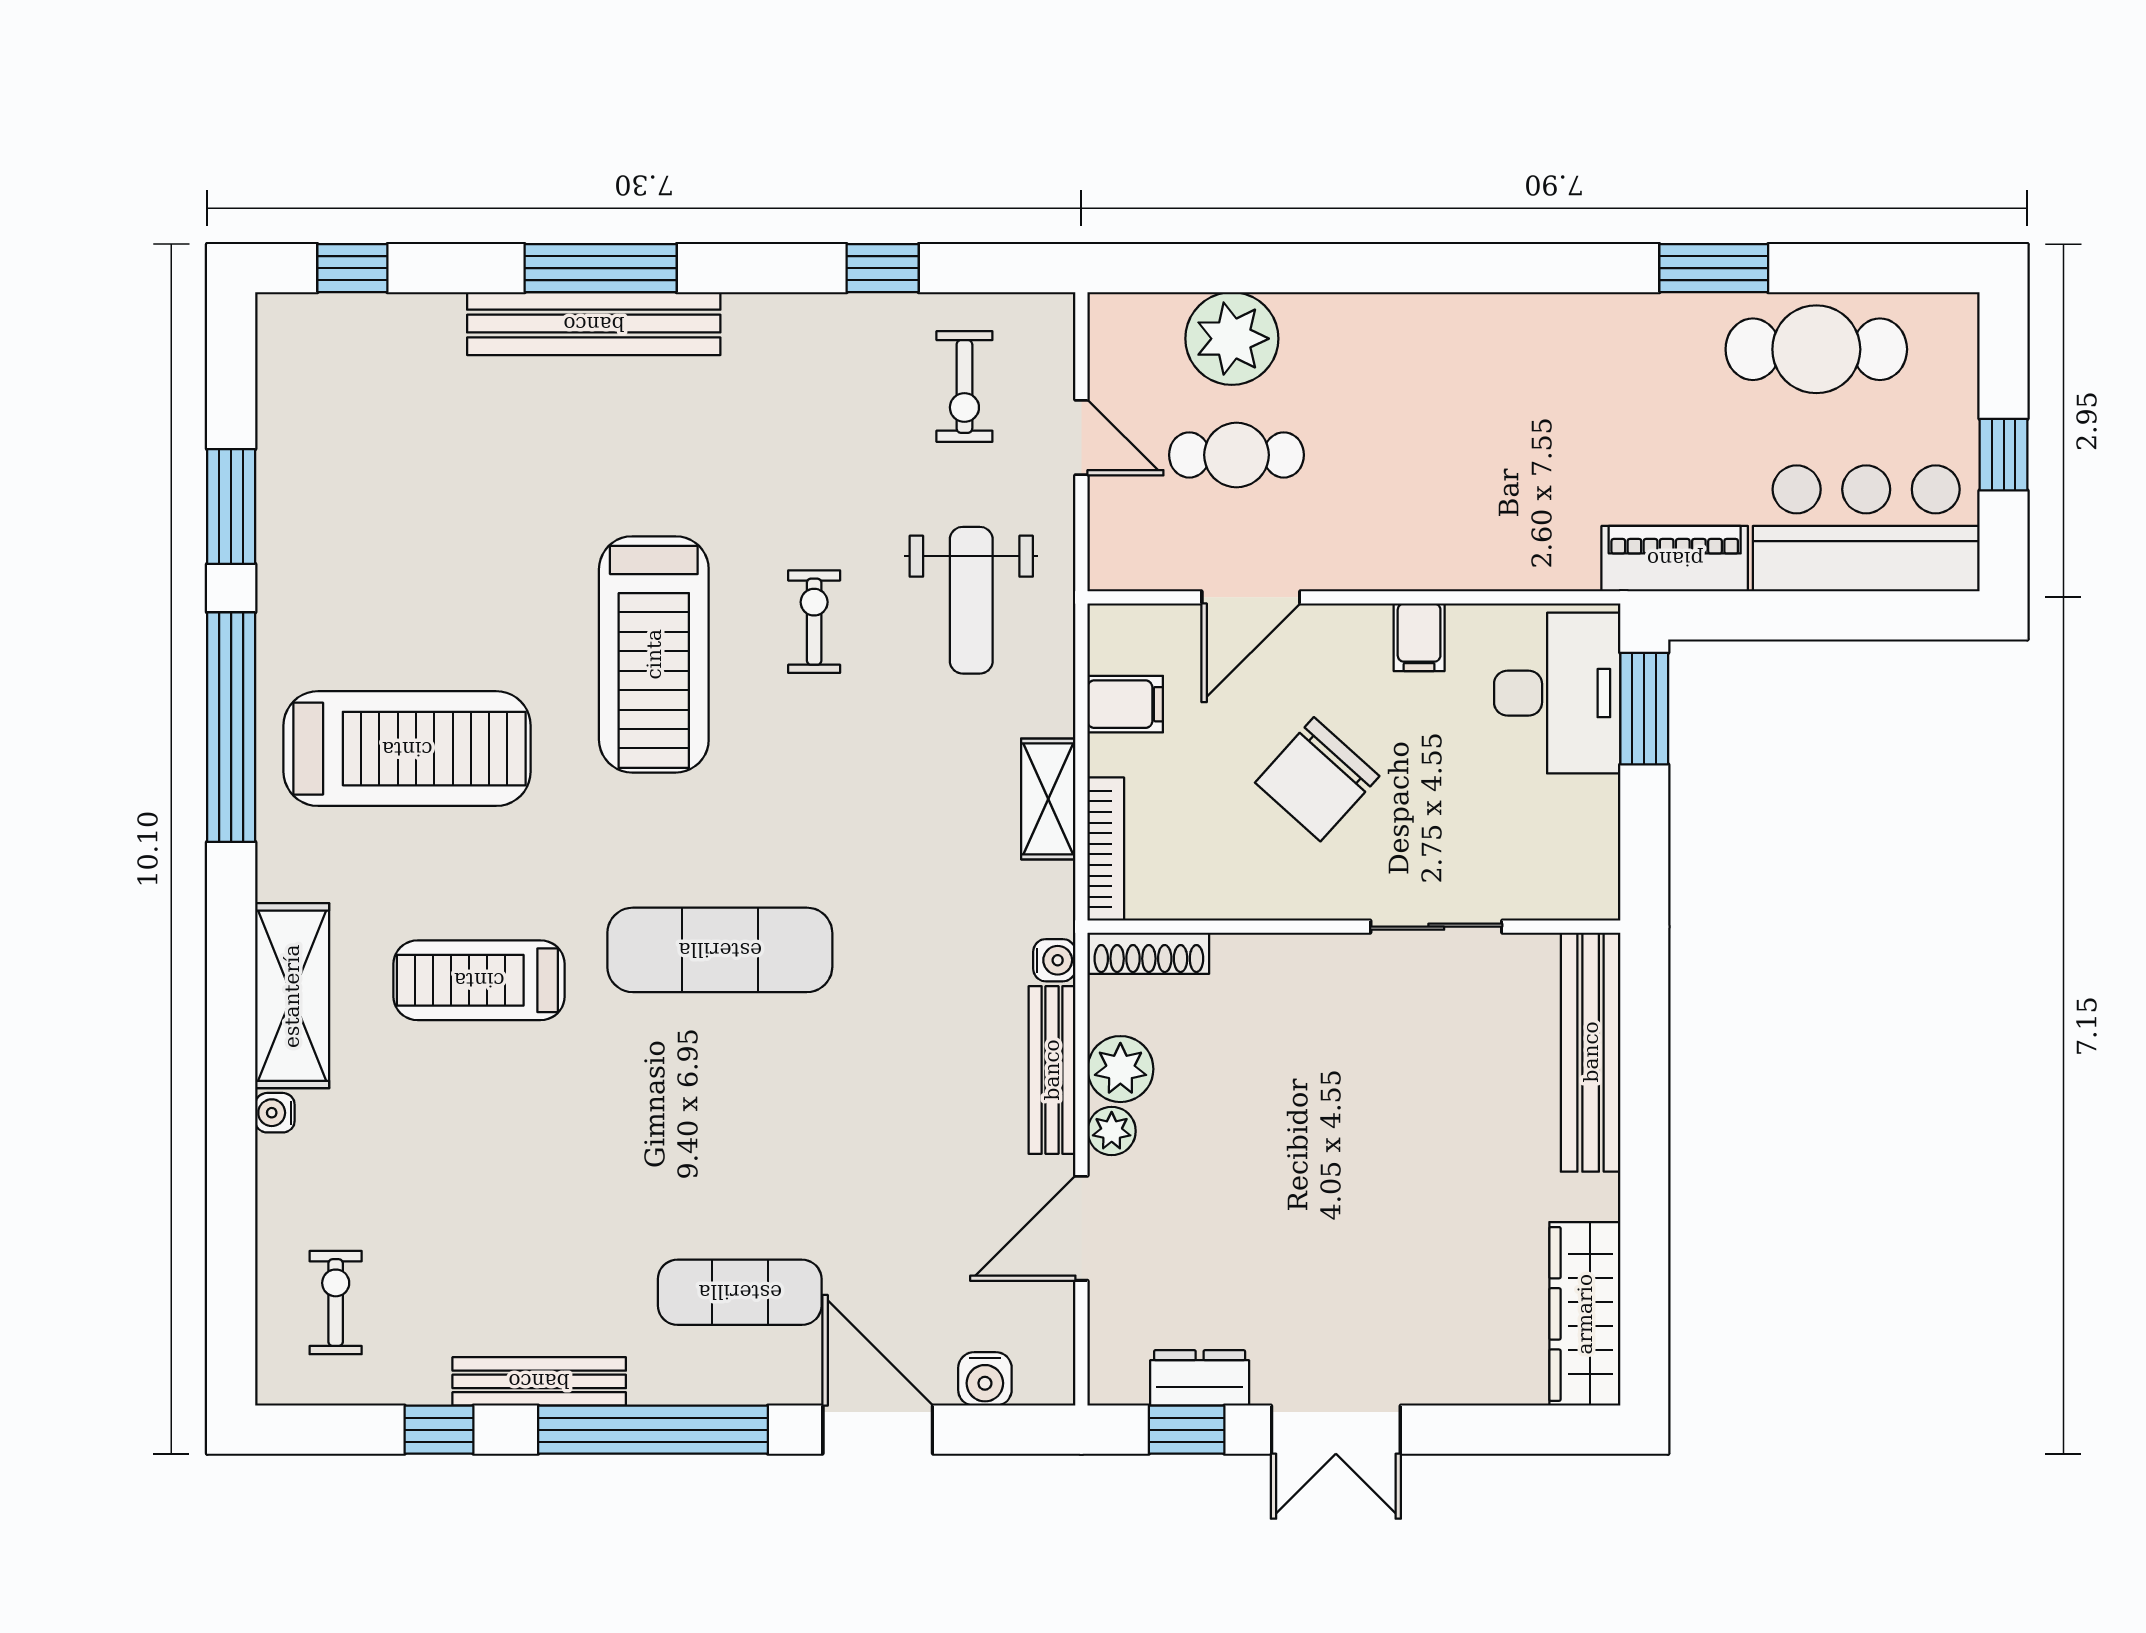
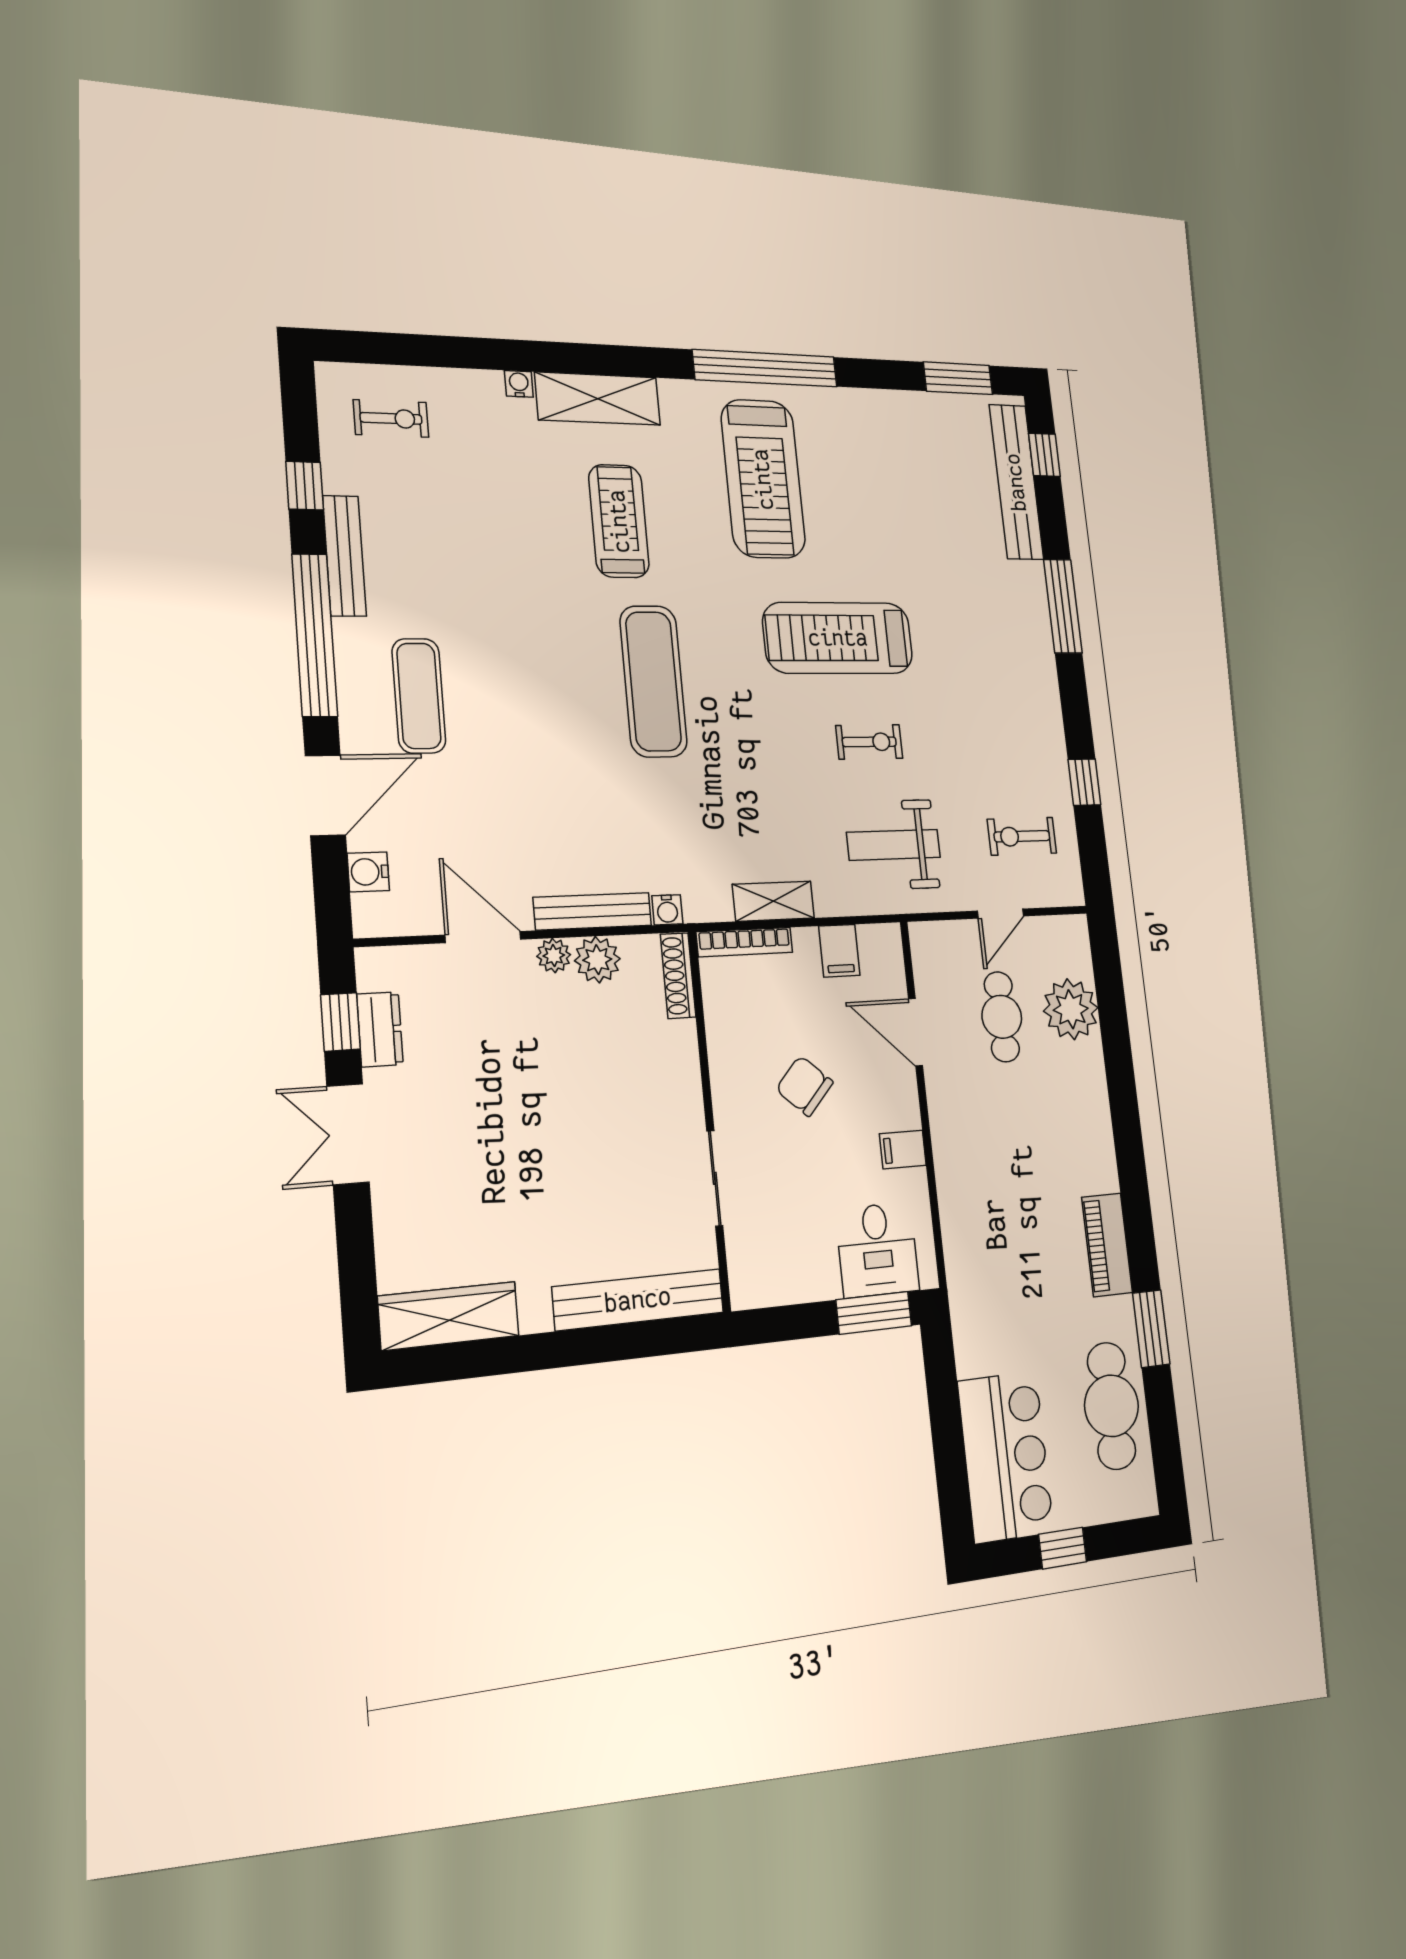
bench: (594, 324) -> (1016, 482), moved
window: (231, 506) -> (958, 378), moved
piano: (1675, 559) -> (1107, 1245), moved, turned 180
desk: (1557, 693) -> (877, 1250), width x0.73
chair: (1317, 779) -> (804, 1086), width x0.73, depth x0.73

